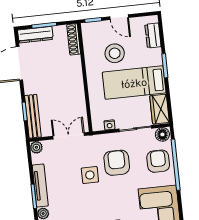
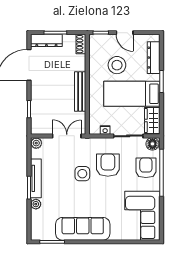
dresser: (153, 36) -> (154, 58), width x1.44
shoe rack: (74, 39) -> (81, 44), width x0.70
bench: (33, 116) -> (80, 92), moved

